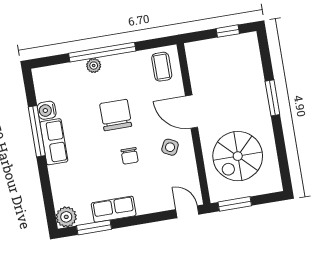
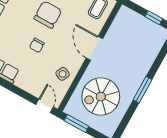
window: (272, 98) -> (143, 90), moved
side table: (170, 147) -> (63, 74), moved

